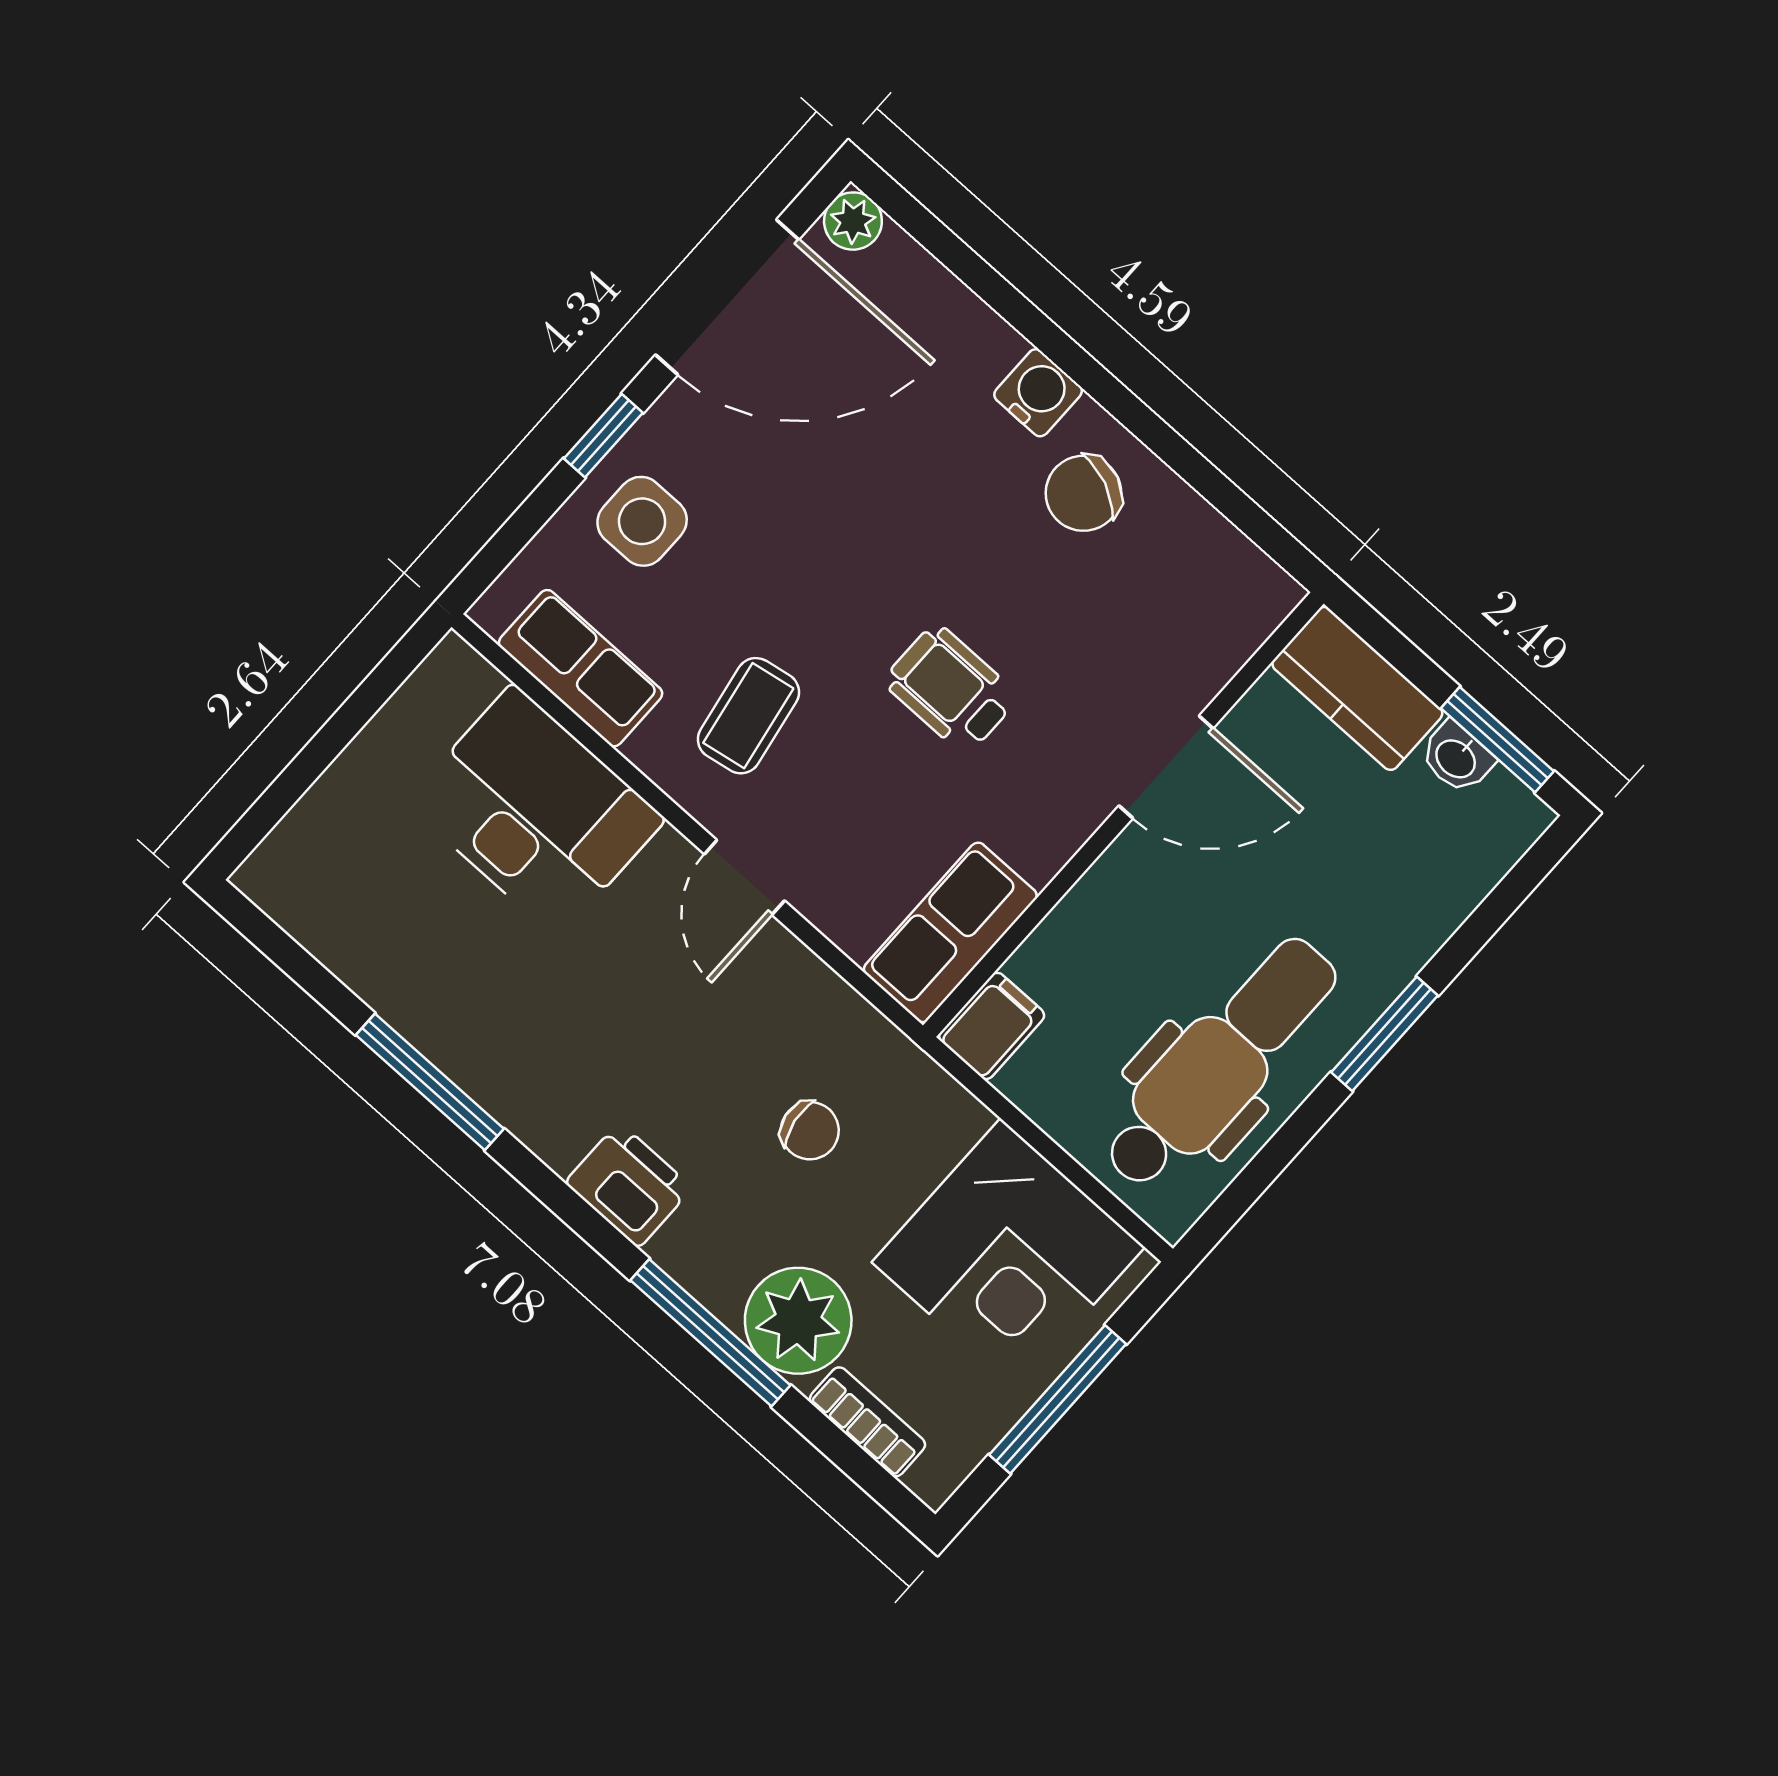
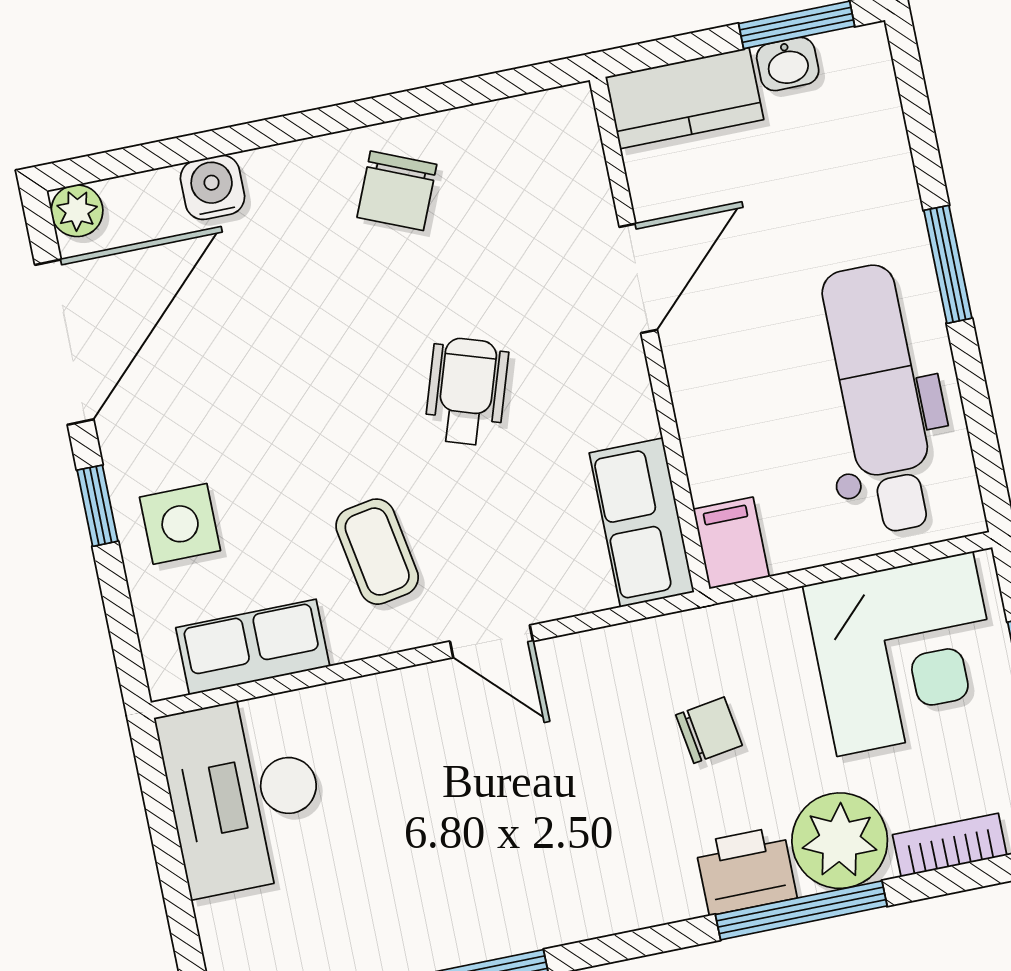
water cooler: (1038, 393) -> (212, 187), moved
wheelchair: (951, 689) -> (467, 391), turned 108
desk: (535, 811) -> (244, 794), moved, turned -90
printer: (629, 1185) -> (746, 871), moved

